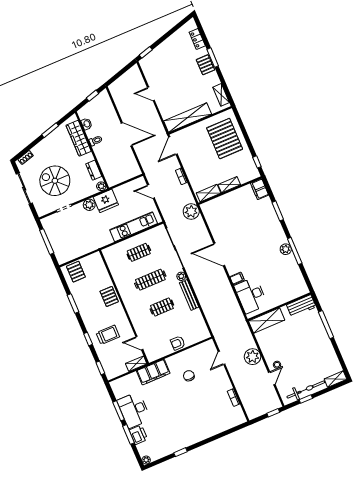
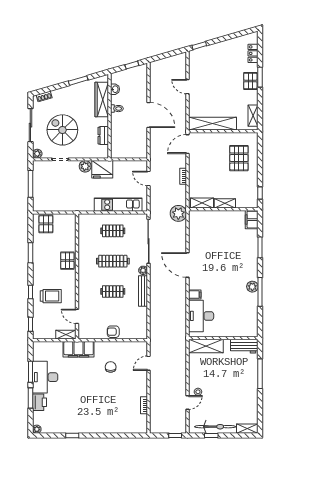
pallet: (225, 139) -> (239, 158), width x0.73, depth x0.71
plant: (101, 186) -> (37, 154), moved
plant: (253, 357) -> (178, 374), removed

